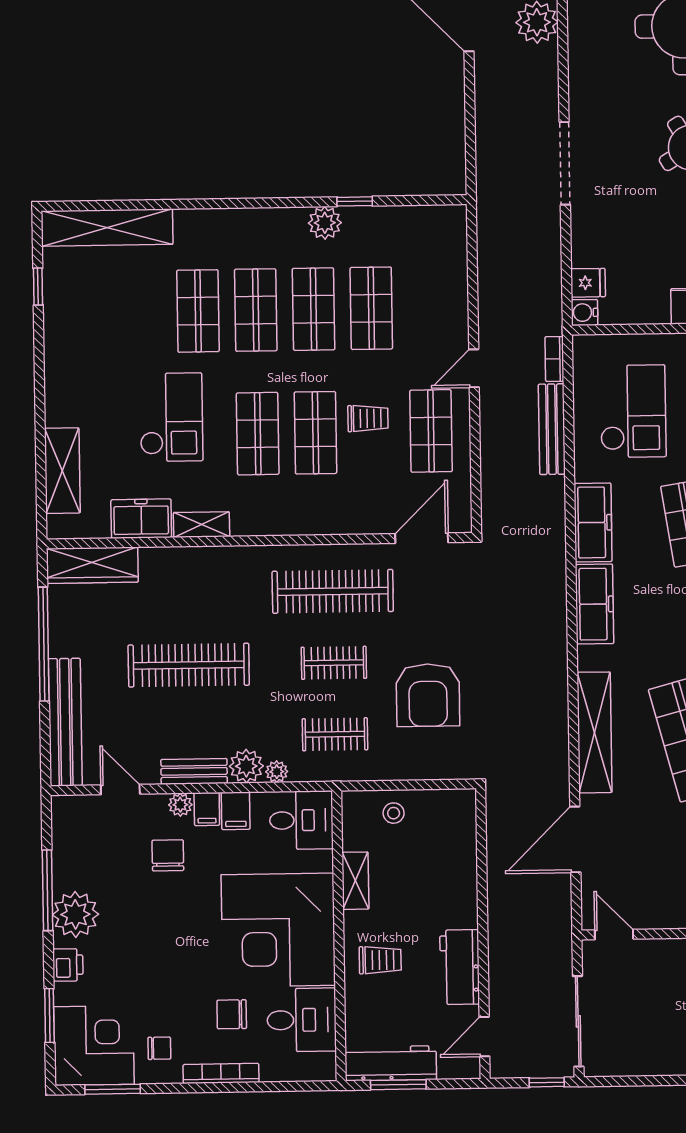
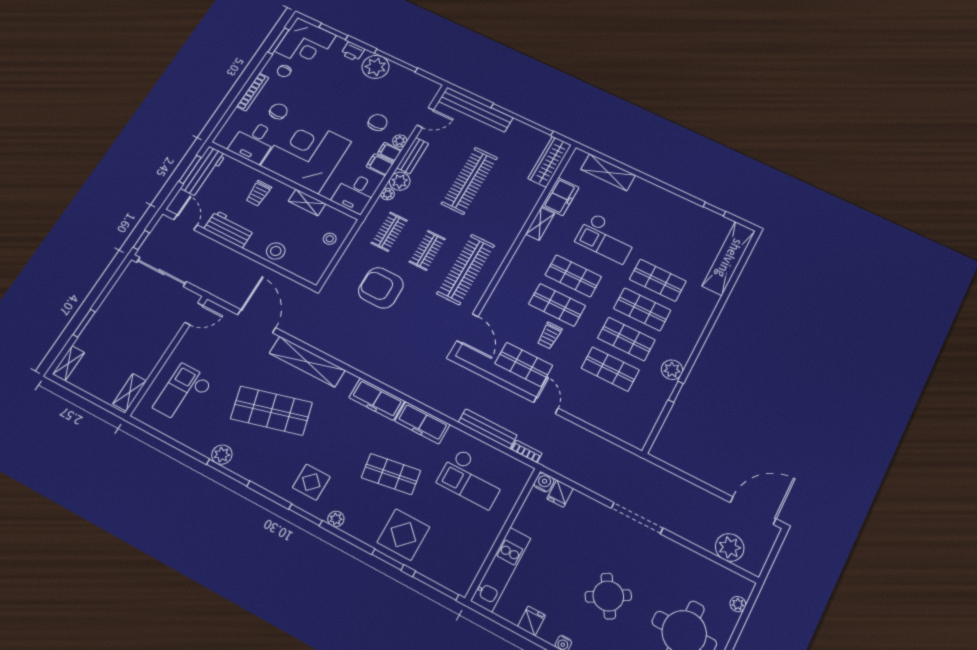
chair: (168, 855) -> (378, 122), turned -93
stool: (456, 879) -> (276, 251), added

